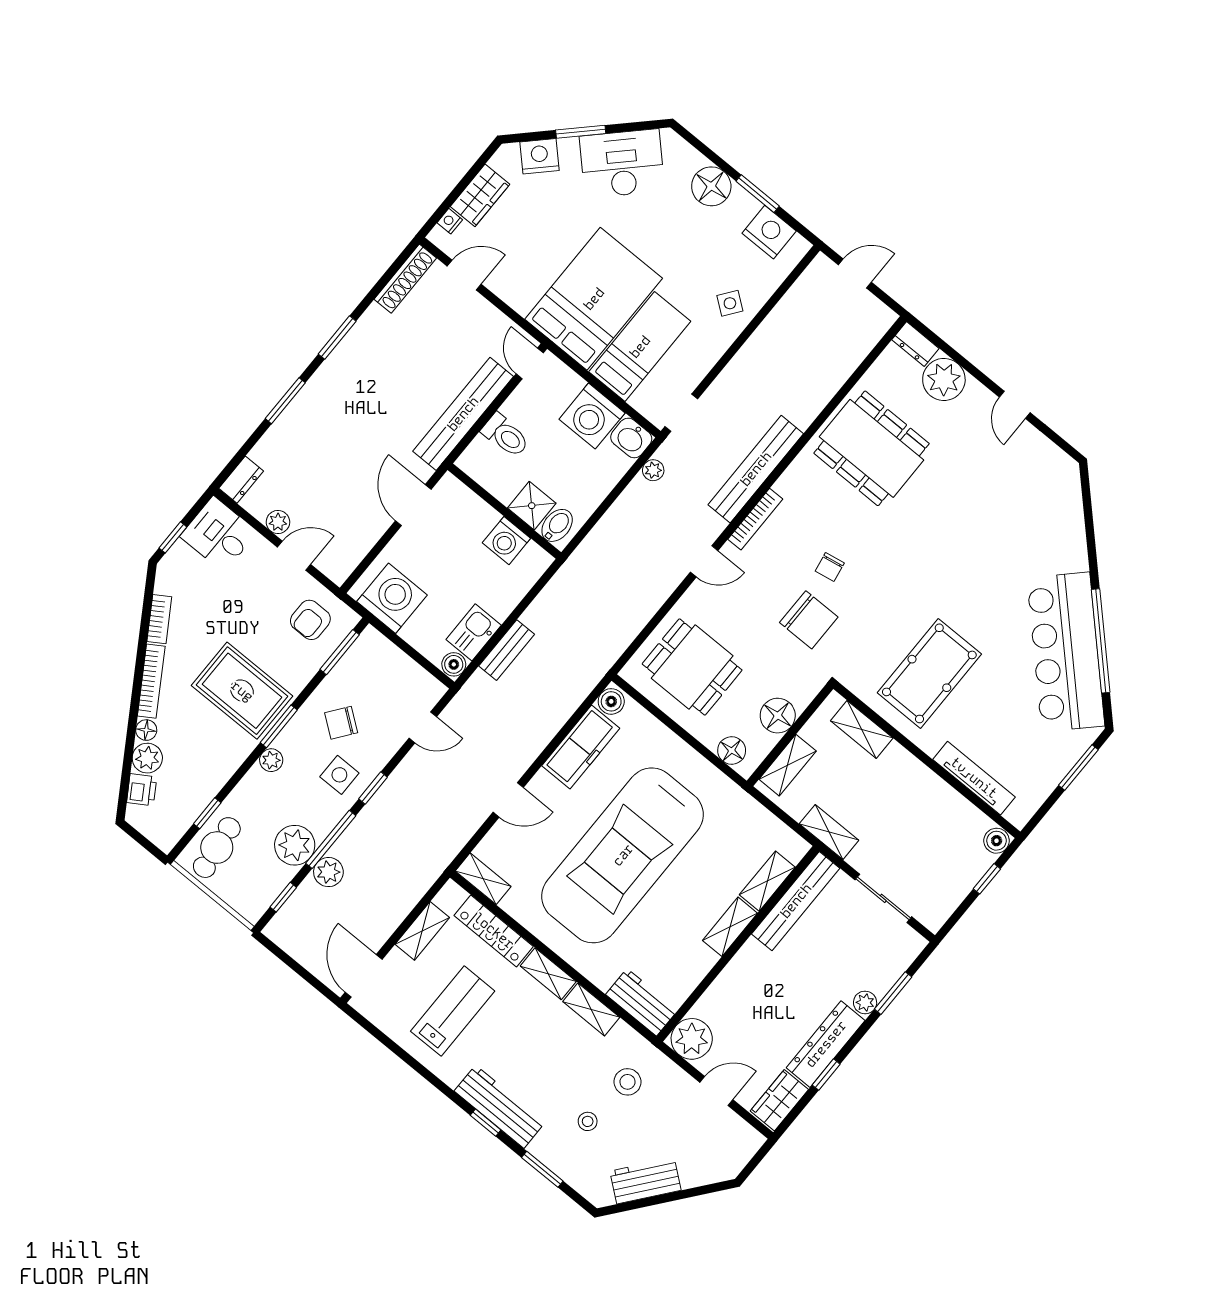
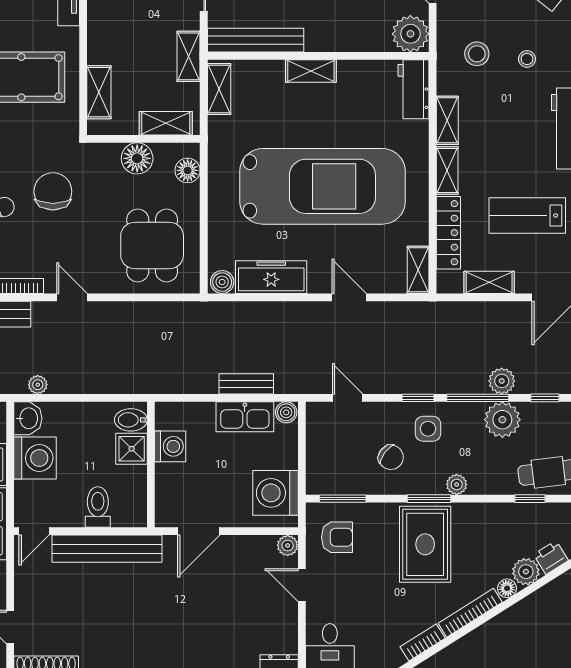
plant: (278, 522) -> (288, 545), moved
kitchen sink: (474, 632) -> (245, 417), width x1.38
shelving: (767, 881) -> (219, 89), moved, turned 90

